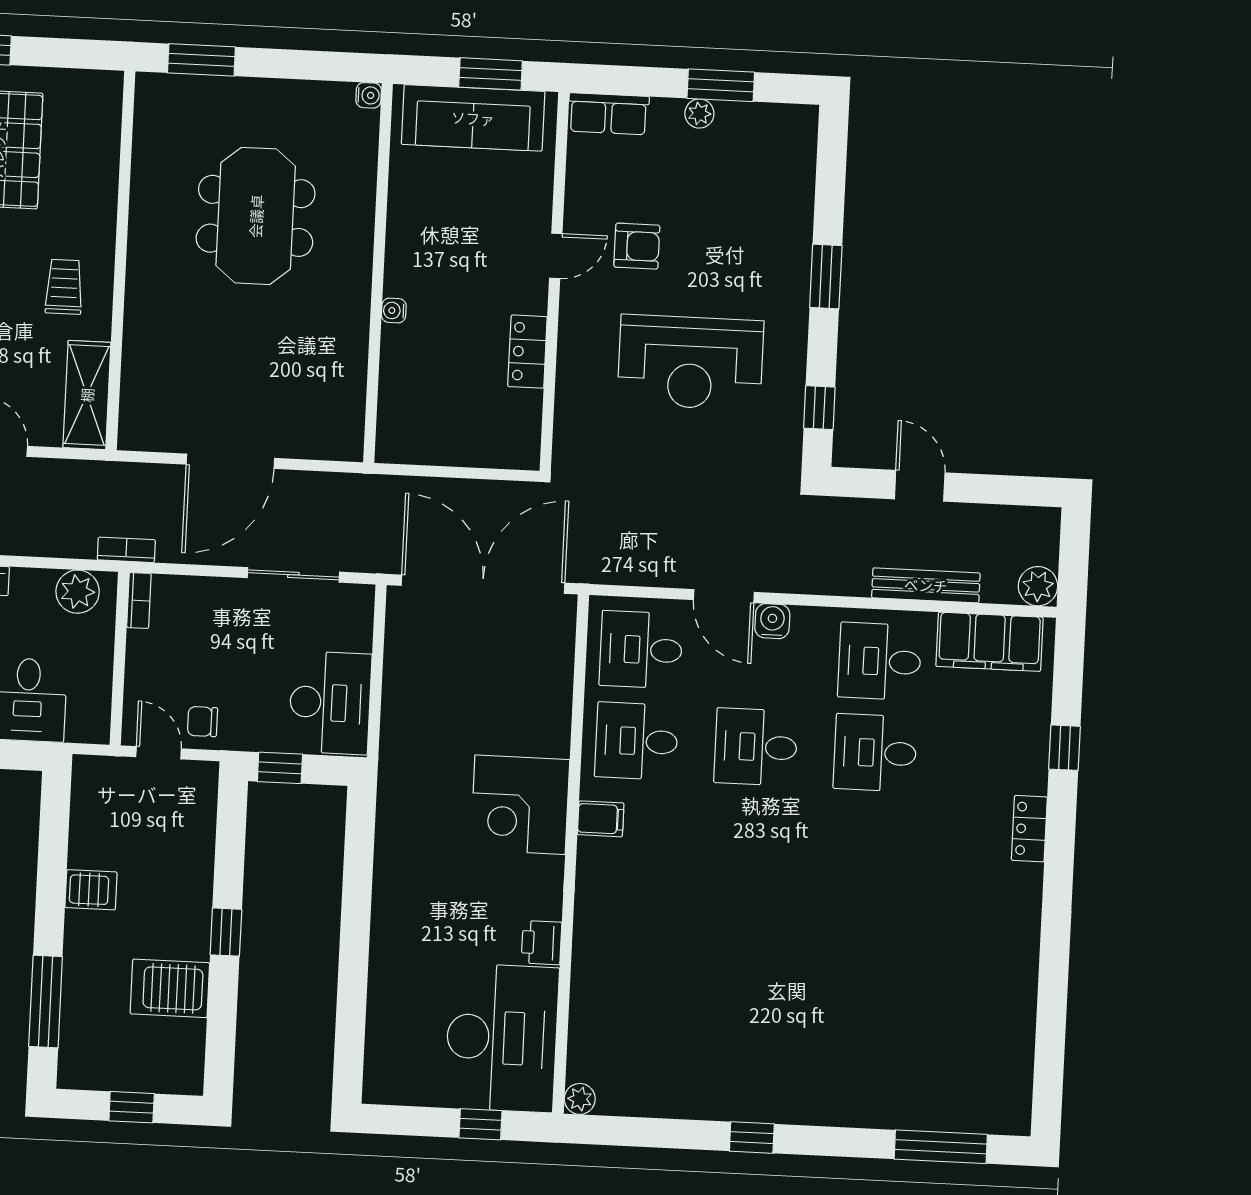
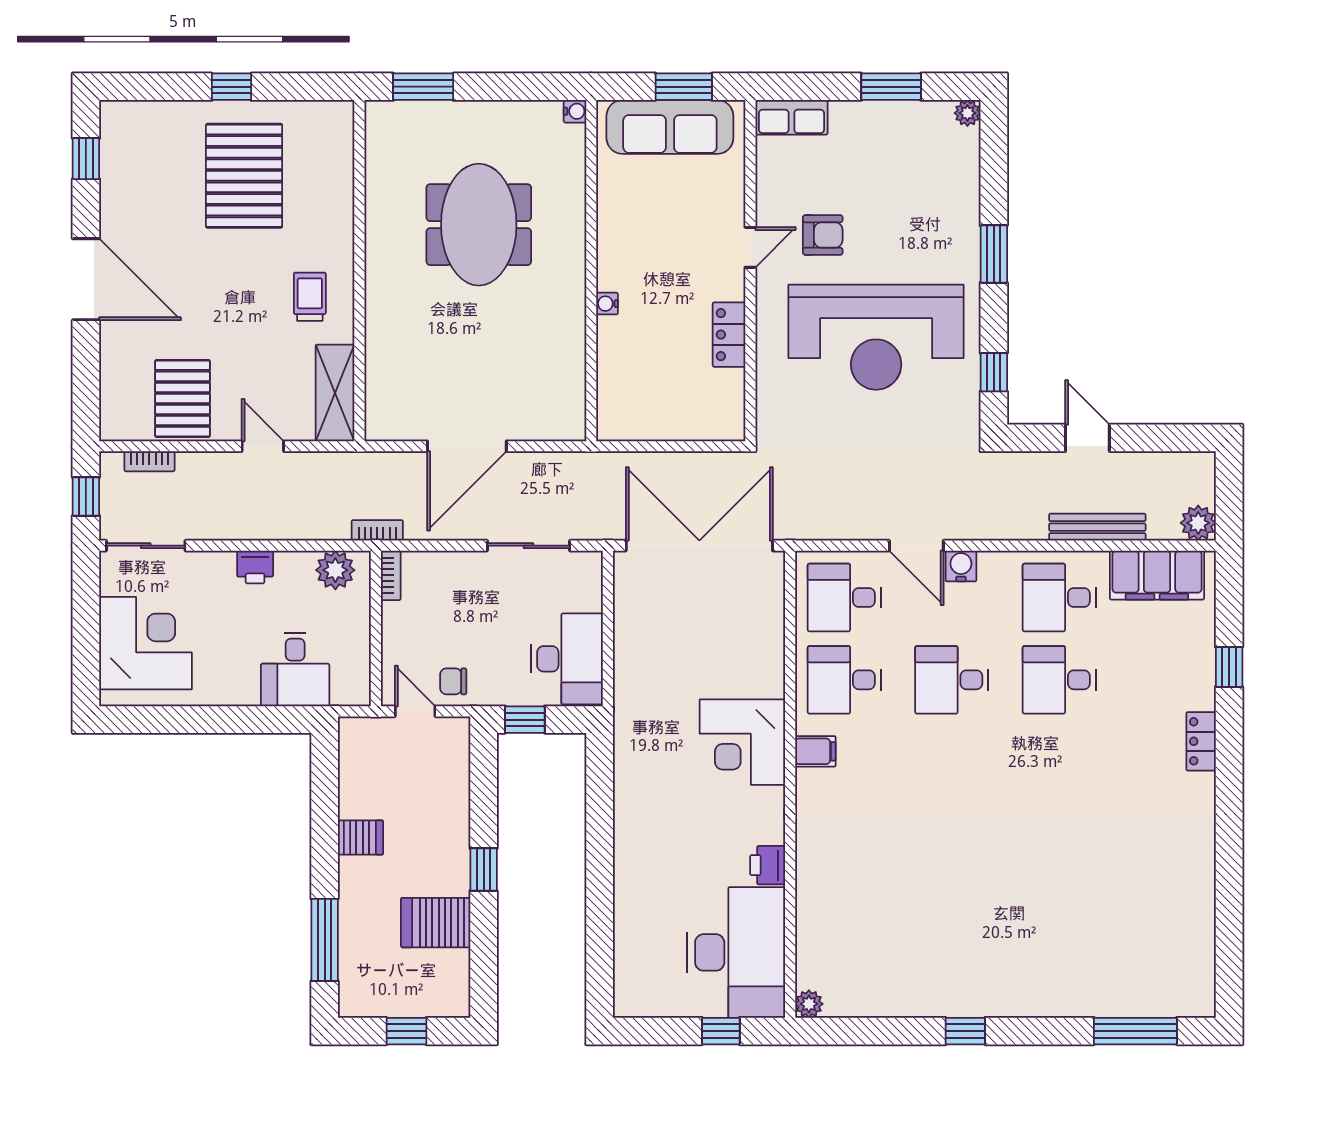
plant: (699, 114) -> (967, 113), moved
reception desk: (690, 362) -> (876, 337), width x1.36, depth x1.30

